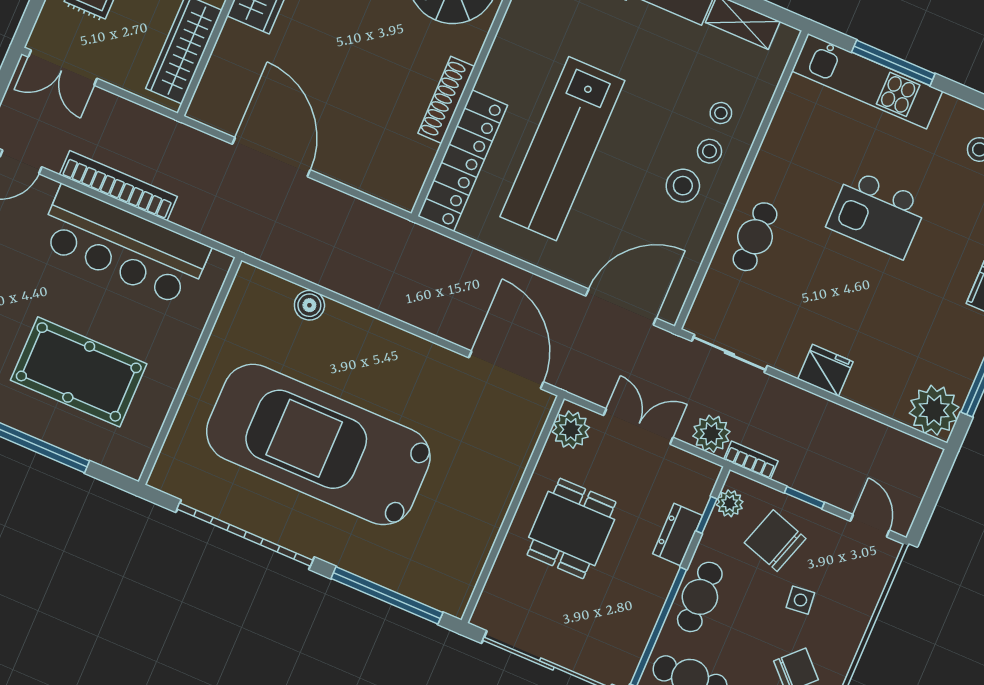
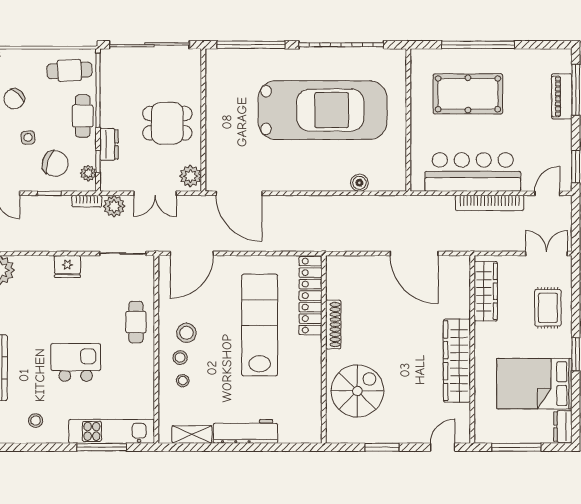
dining table: (572, 528) -> (167, 123), turned 90

